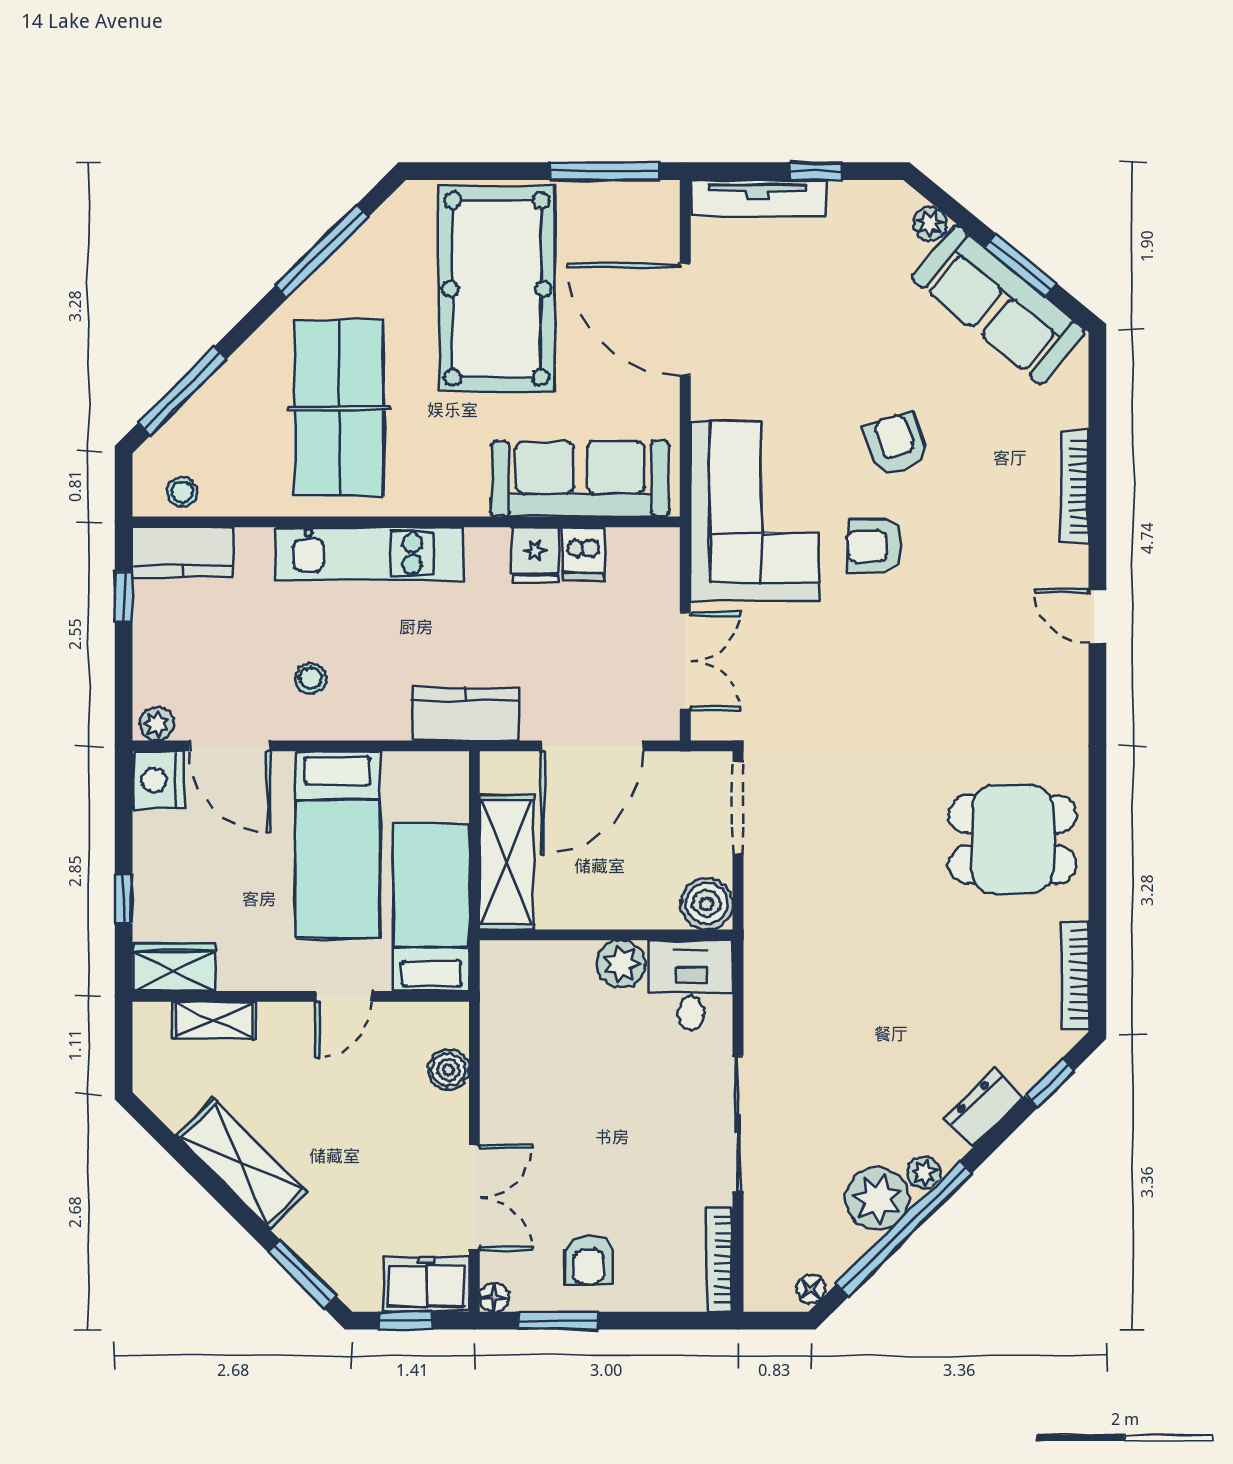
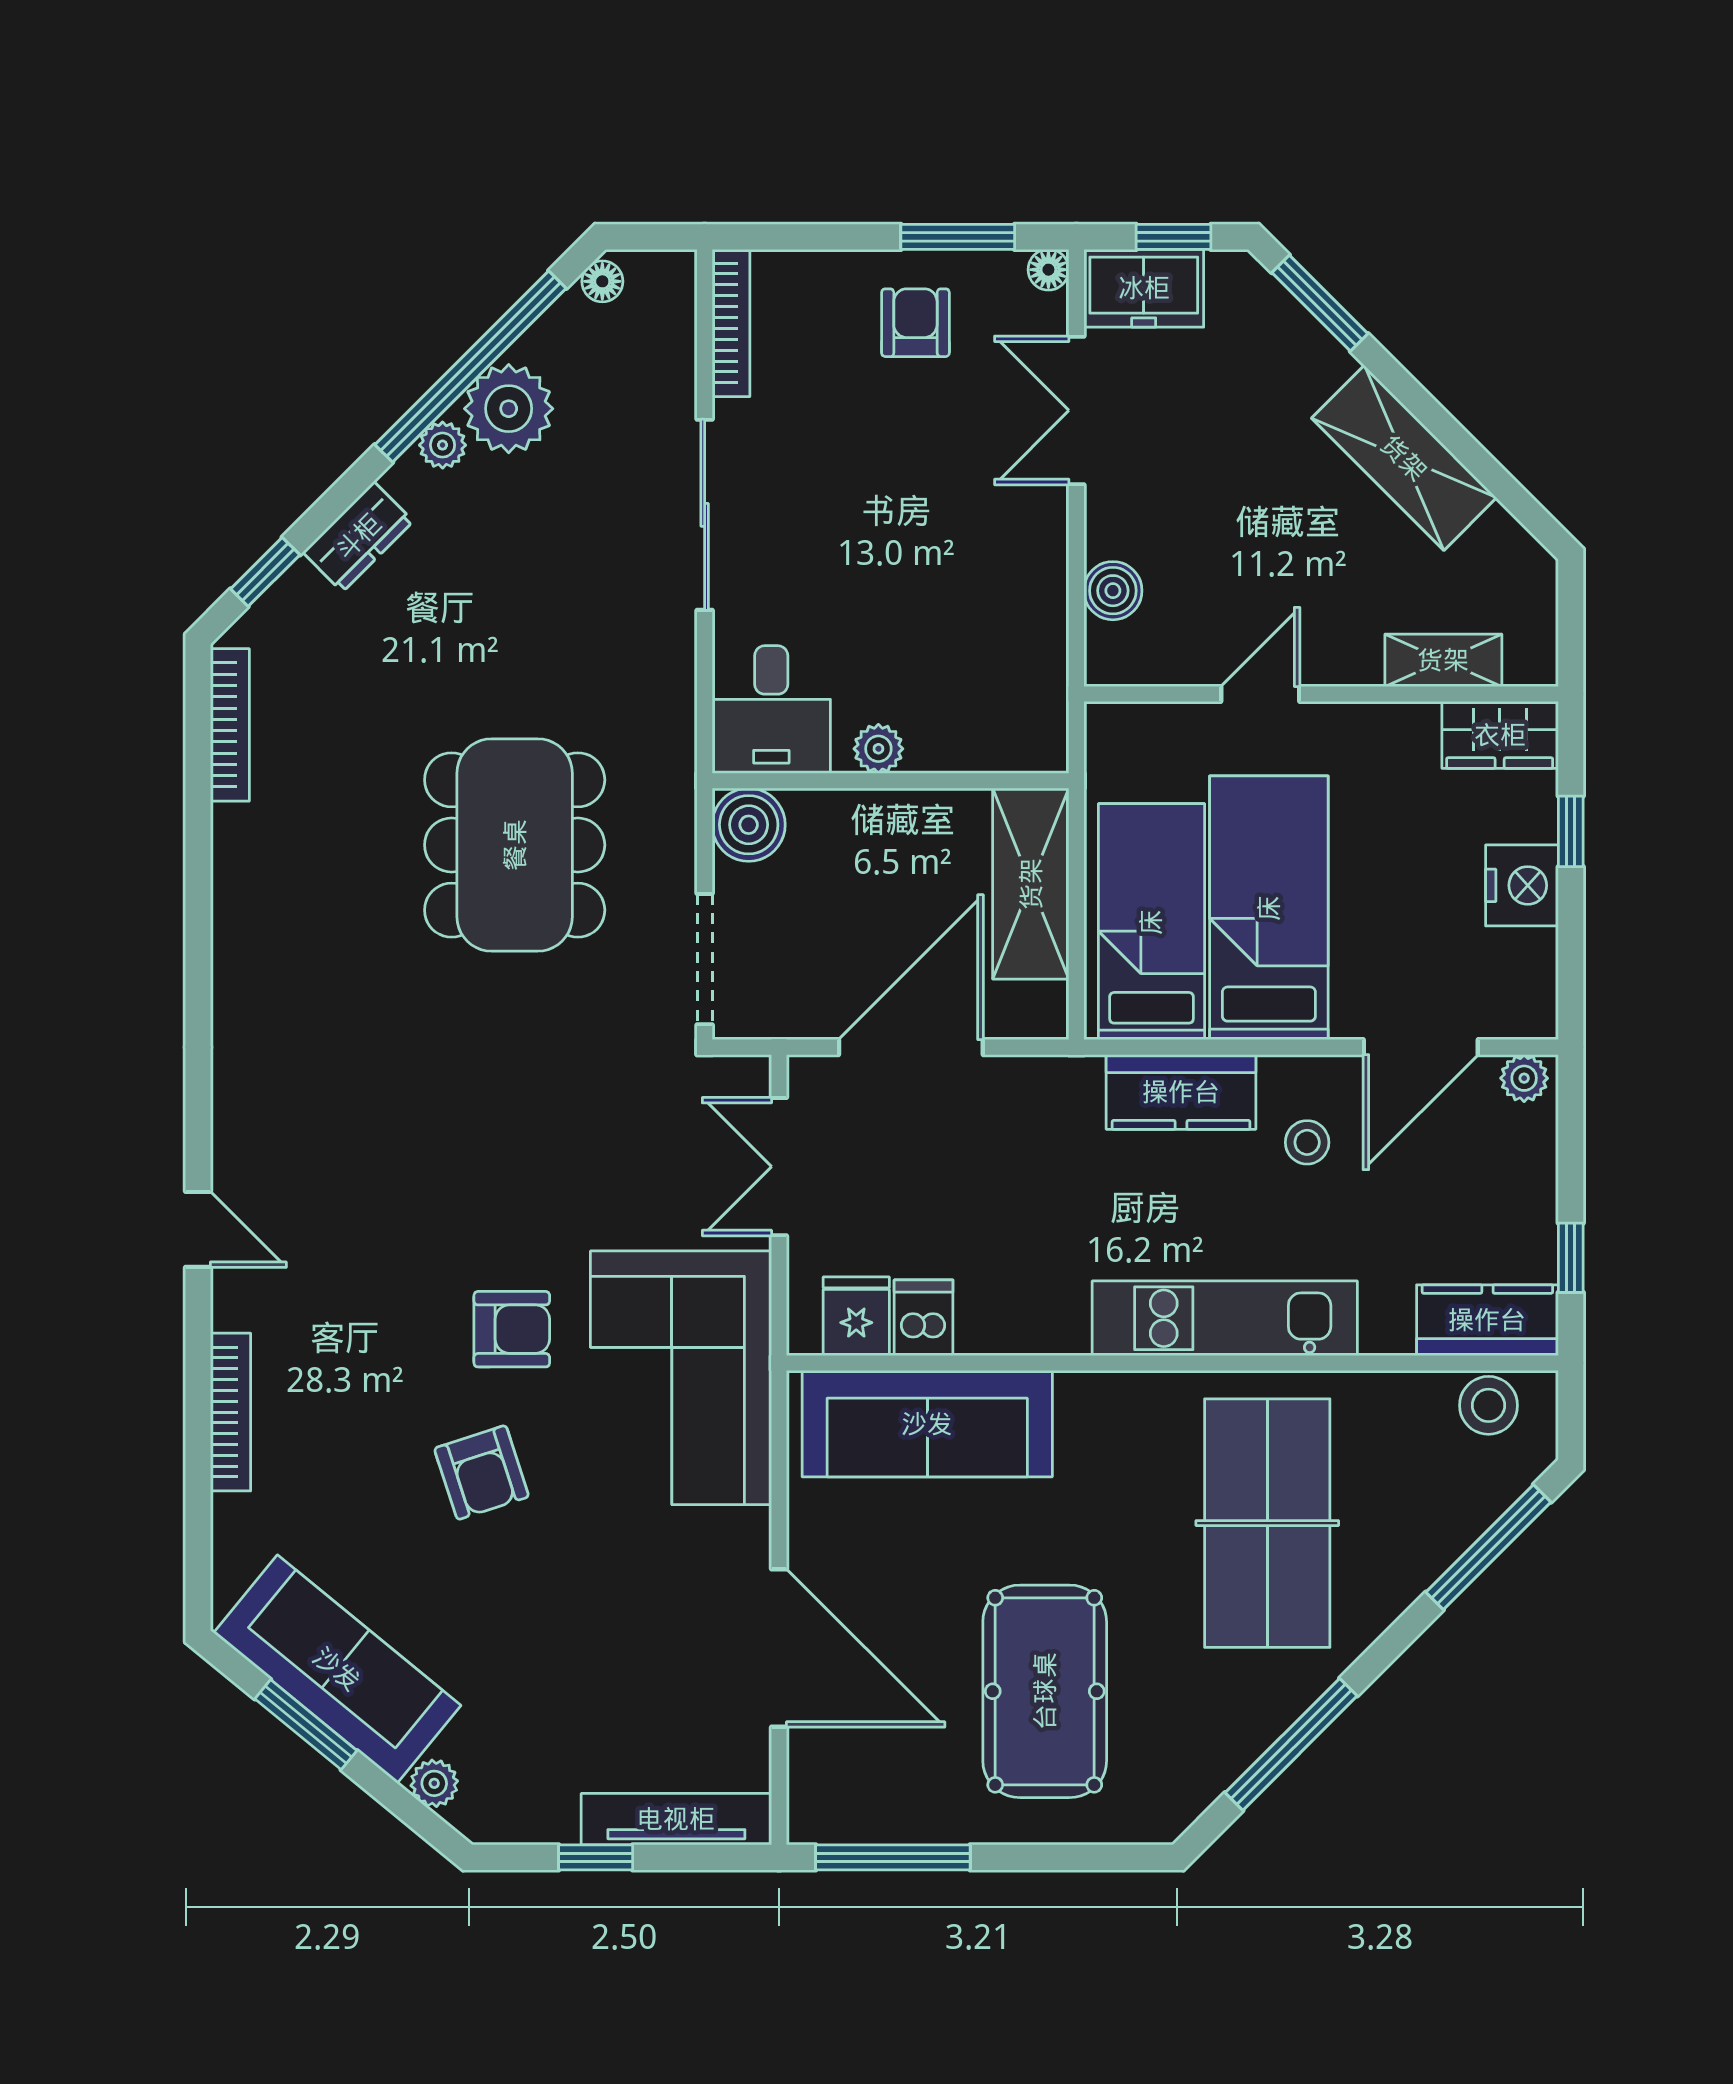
pool table: (497, 289) -> (1045, 1691), width x0.73, depth x0.76
stool: (182, 492) -> (1489, 1405), width x1.37, depth x1.37
fridge: (535, 555) -> (856, 1316), moved
kitchen counter: (466, 714) -> (1181, 1092), moved
door: (230, 746) -> (1421, 1047), swing flipped
nightstand: (158, 780) -> (1522, 885), moved
dining table: (1012, 839) -> (515, 845), moved, width x1.38
bed: (431, 907) -> (1151, 922), moved, turned 180
plant: (621, 964) -> (878, 749), width x0.73, depth x0.73

